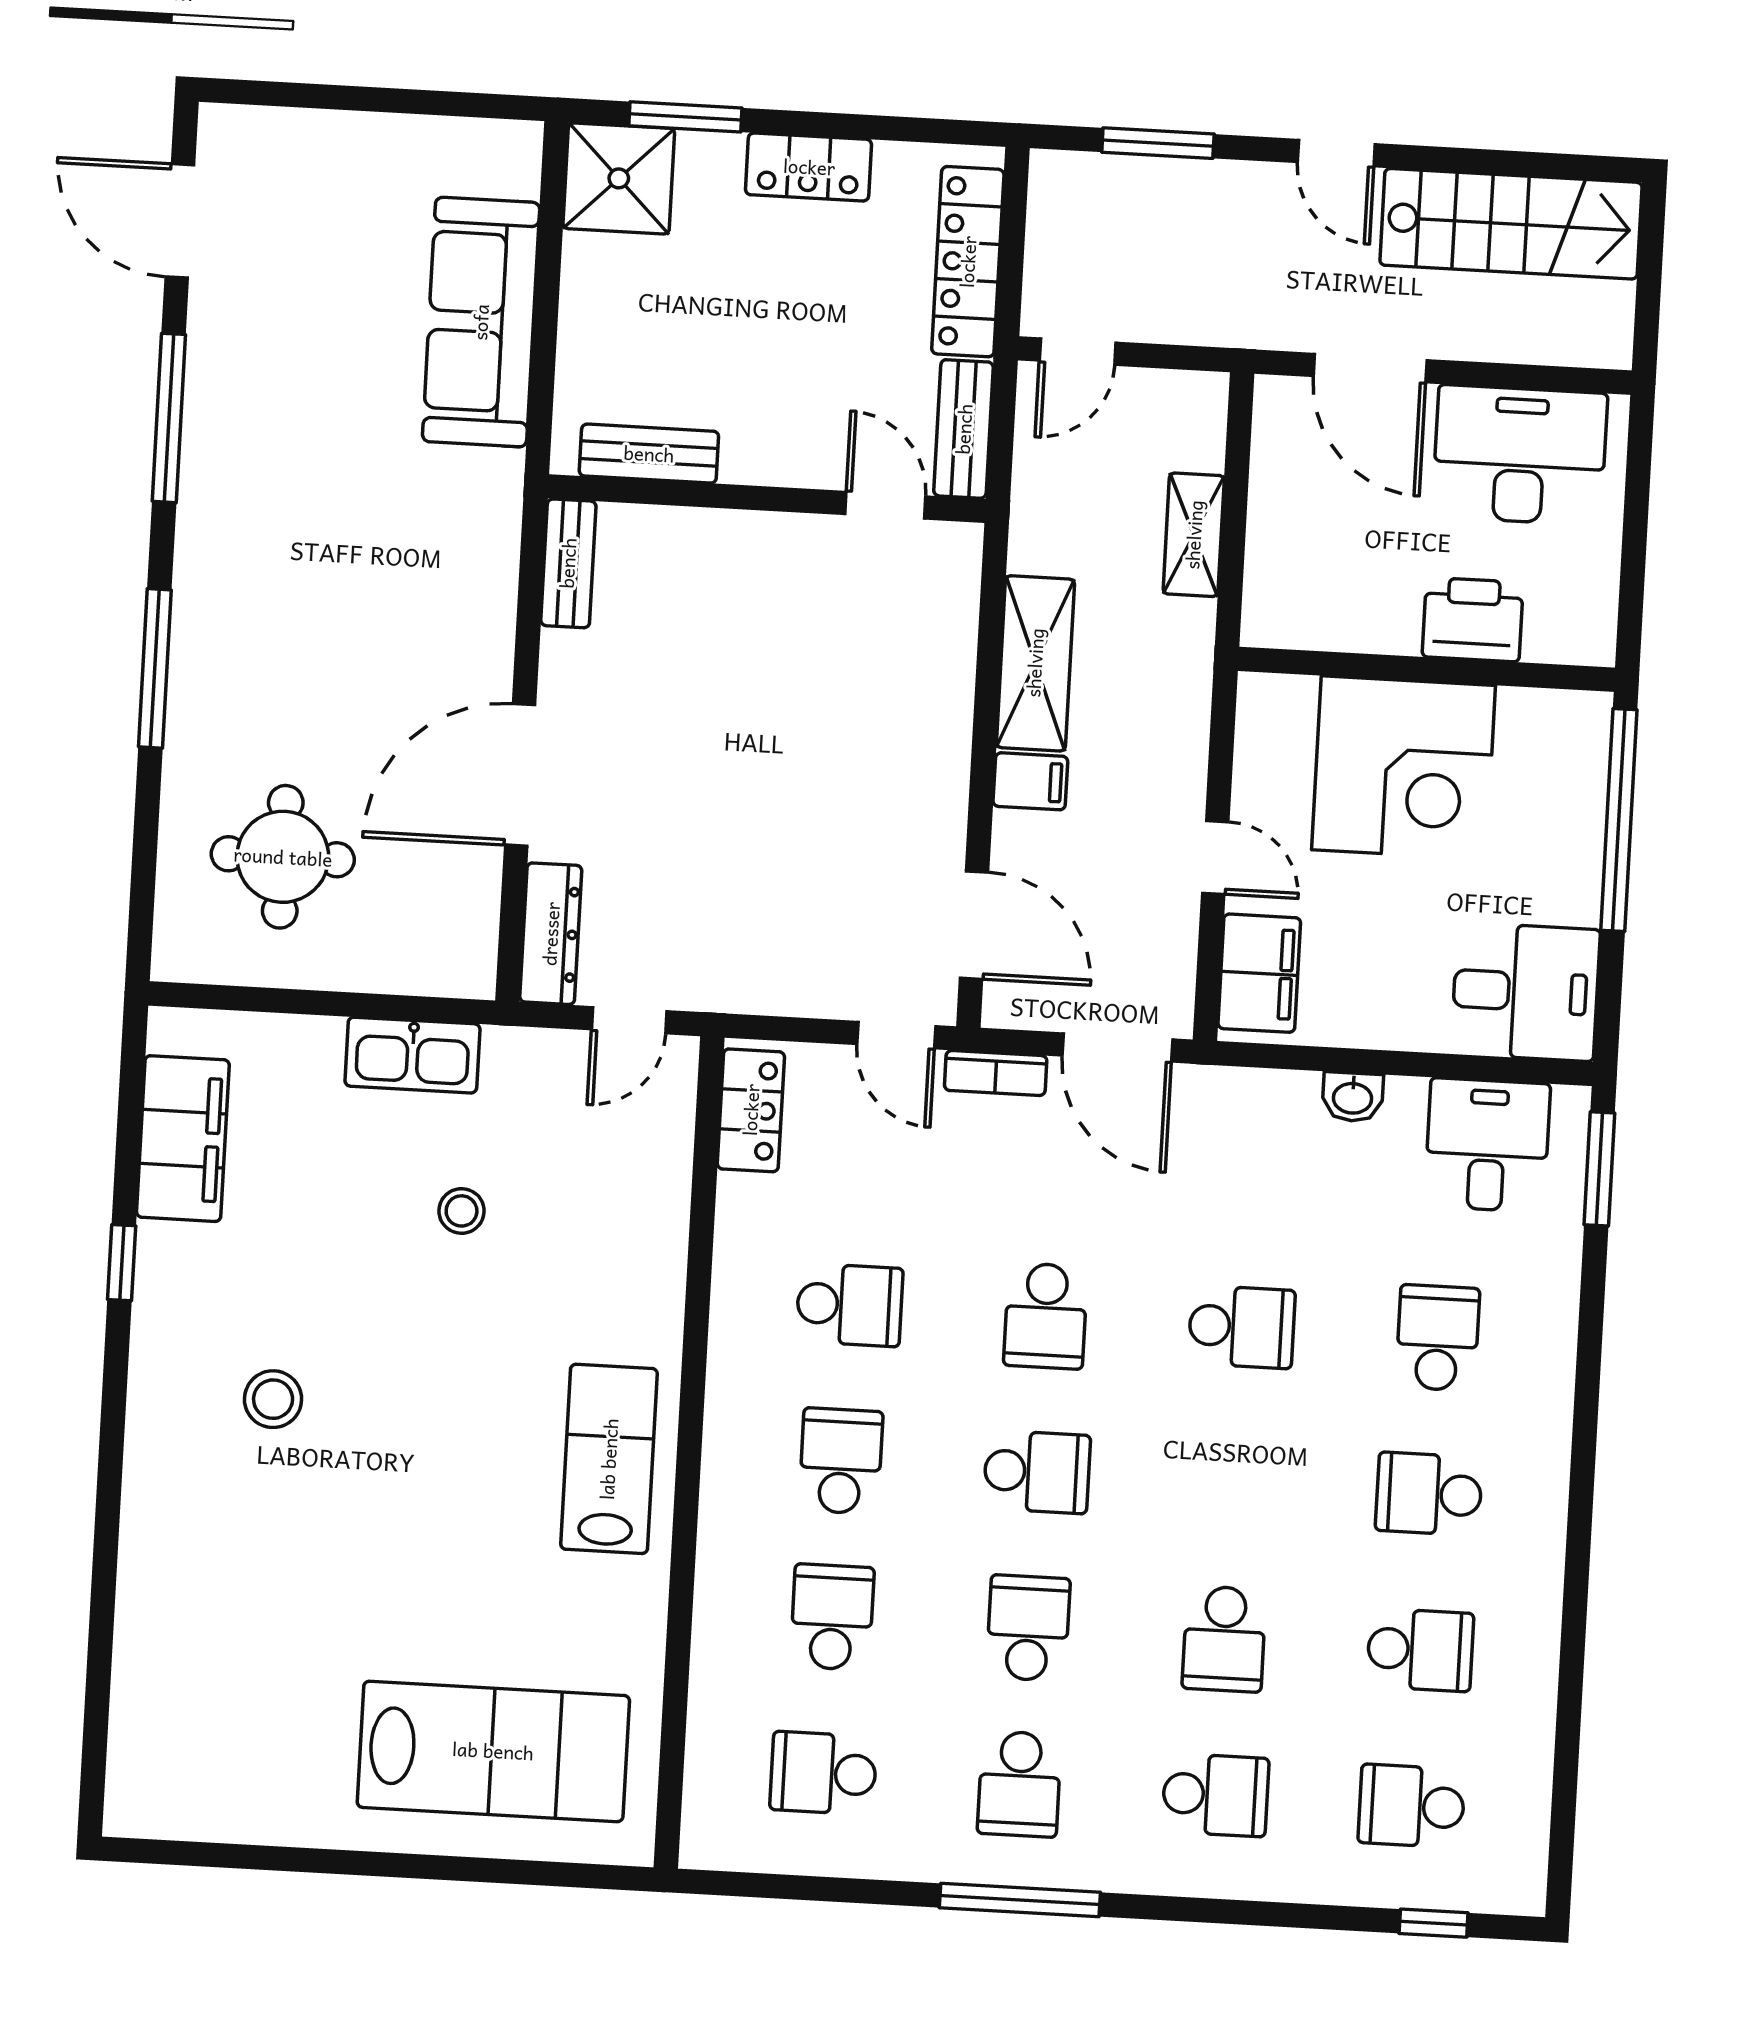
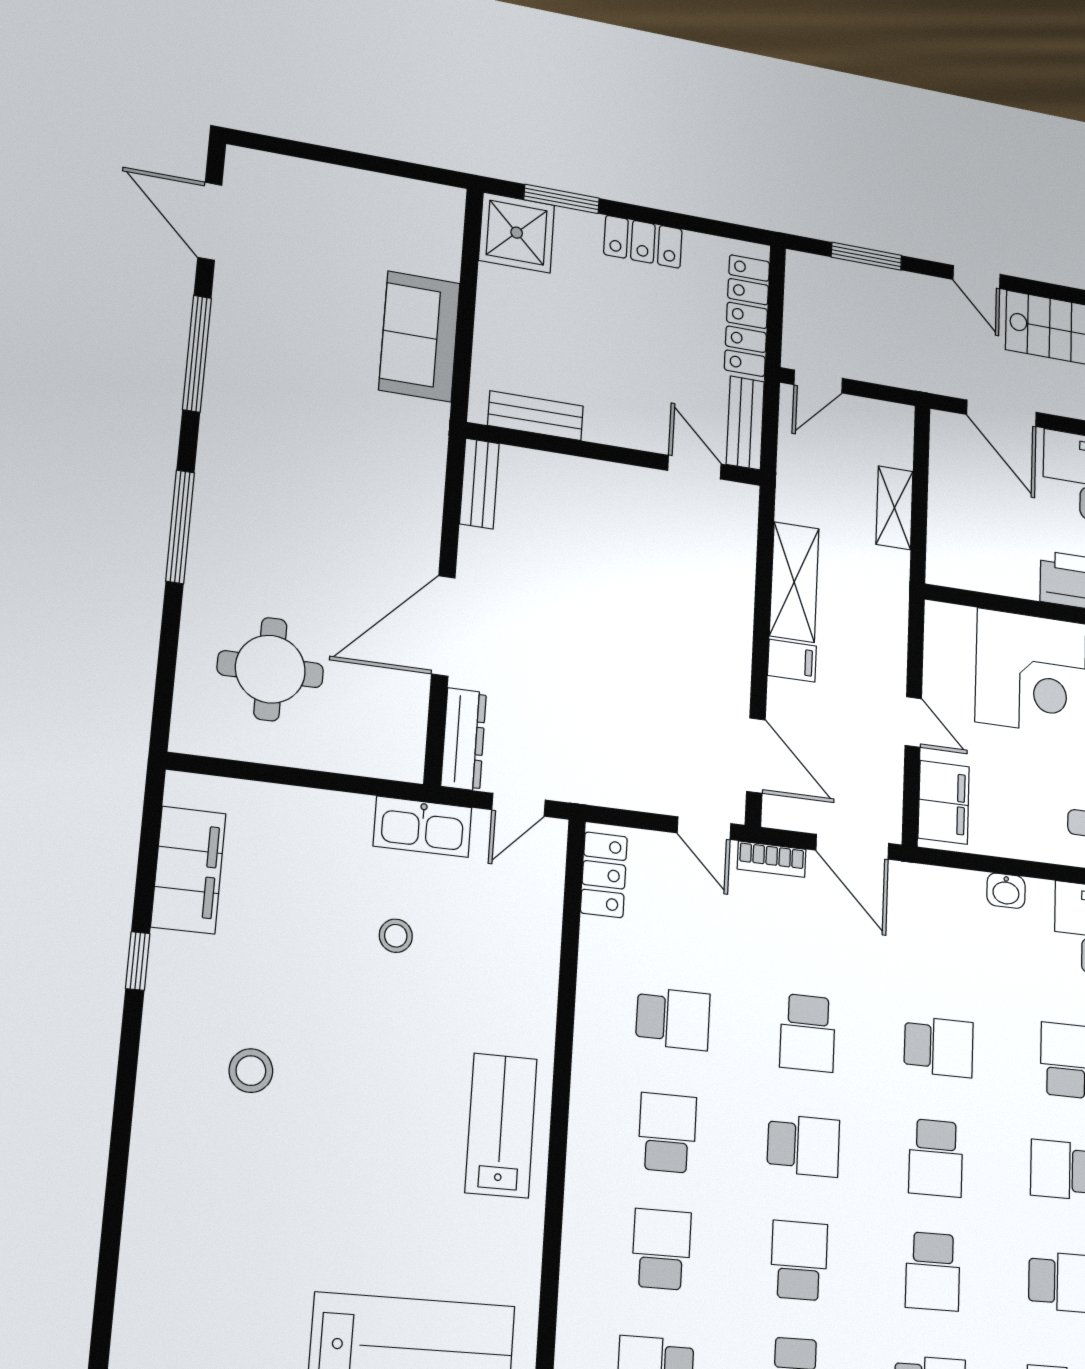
sofa: (481, 322) -> (419, 336), width x0.73
kitchen sink: (412, 1055) -> (423, 827), moved
school desk: (1233, 1483) -> (936, 1158), added

